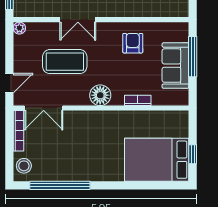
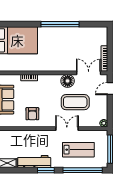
floor lamp: (100, 95) -> (68, 81), moved
stool: (24, 166) -> (101, 36), removed
window: (60, 185) -> (60, 24), moved

